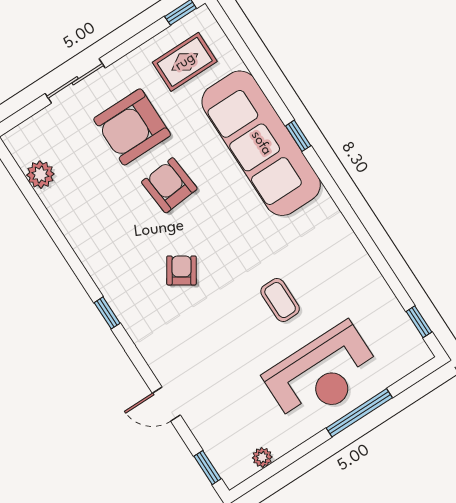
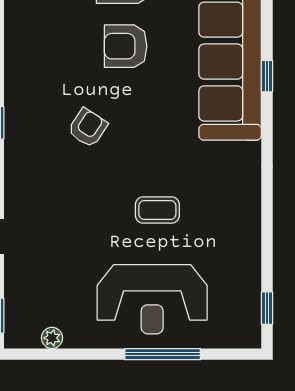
armchair: (169, 185) -> (126, 46), turned -85
coffee table: (280, 300) -> (157, 210), turned 90

